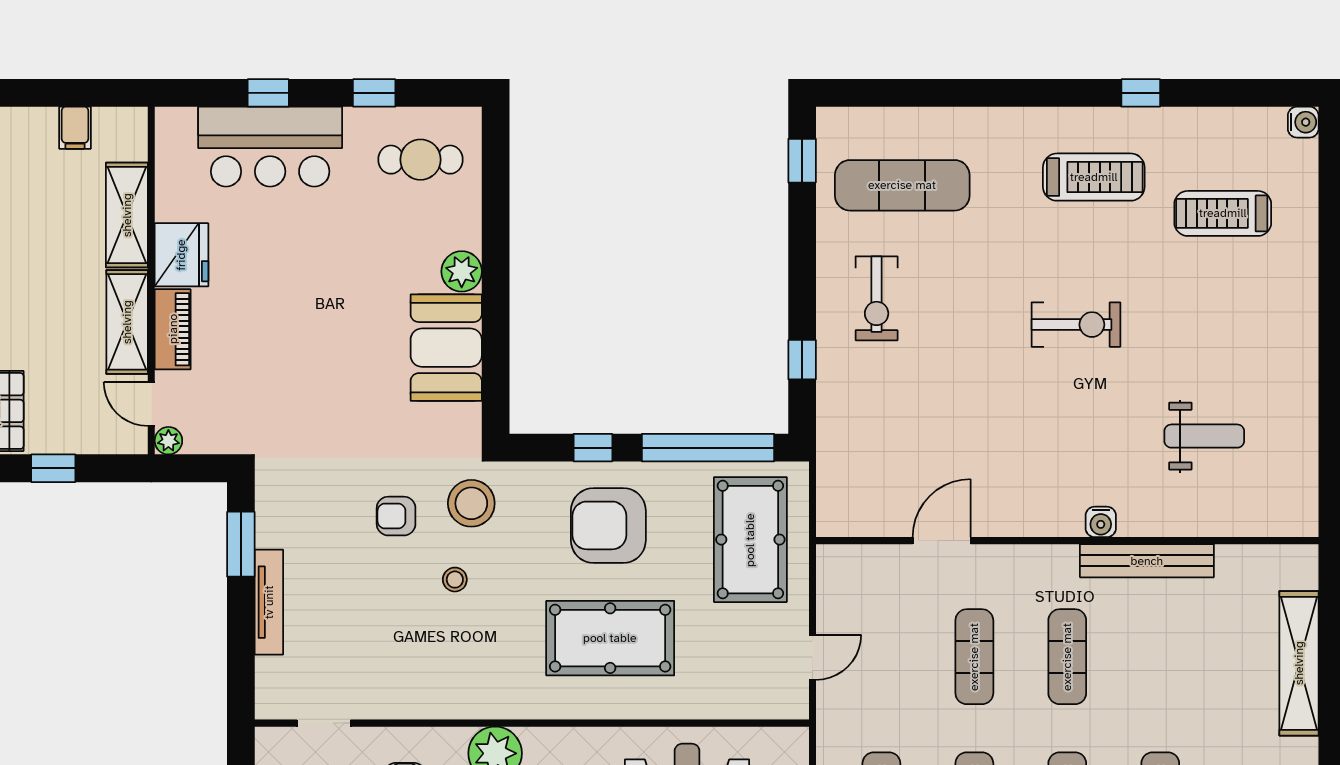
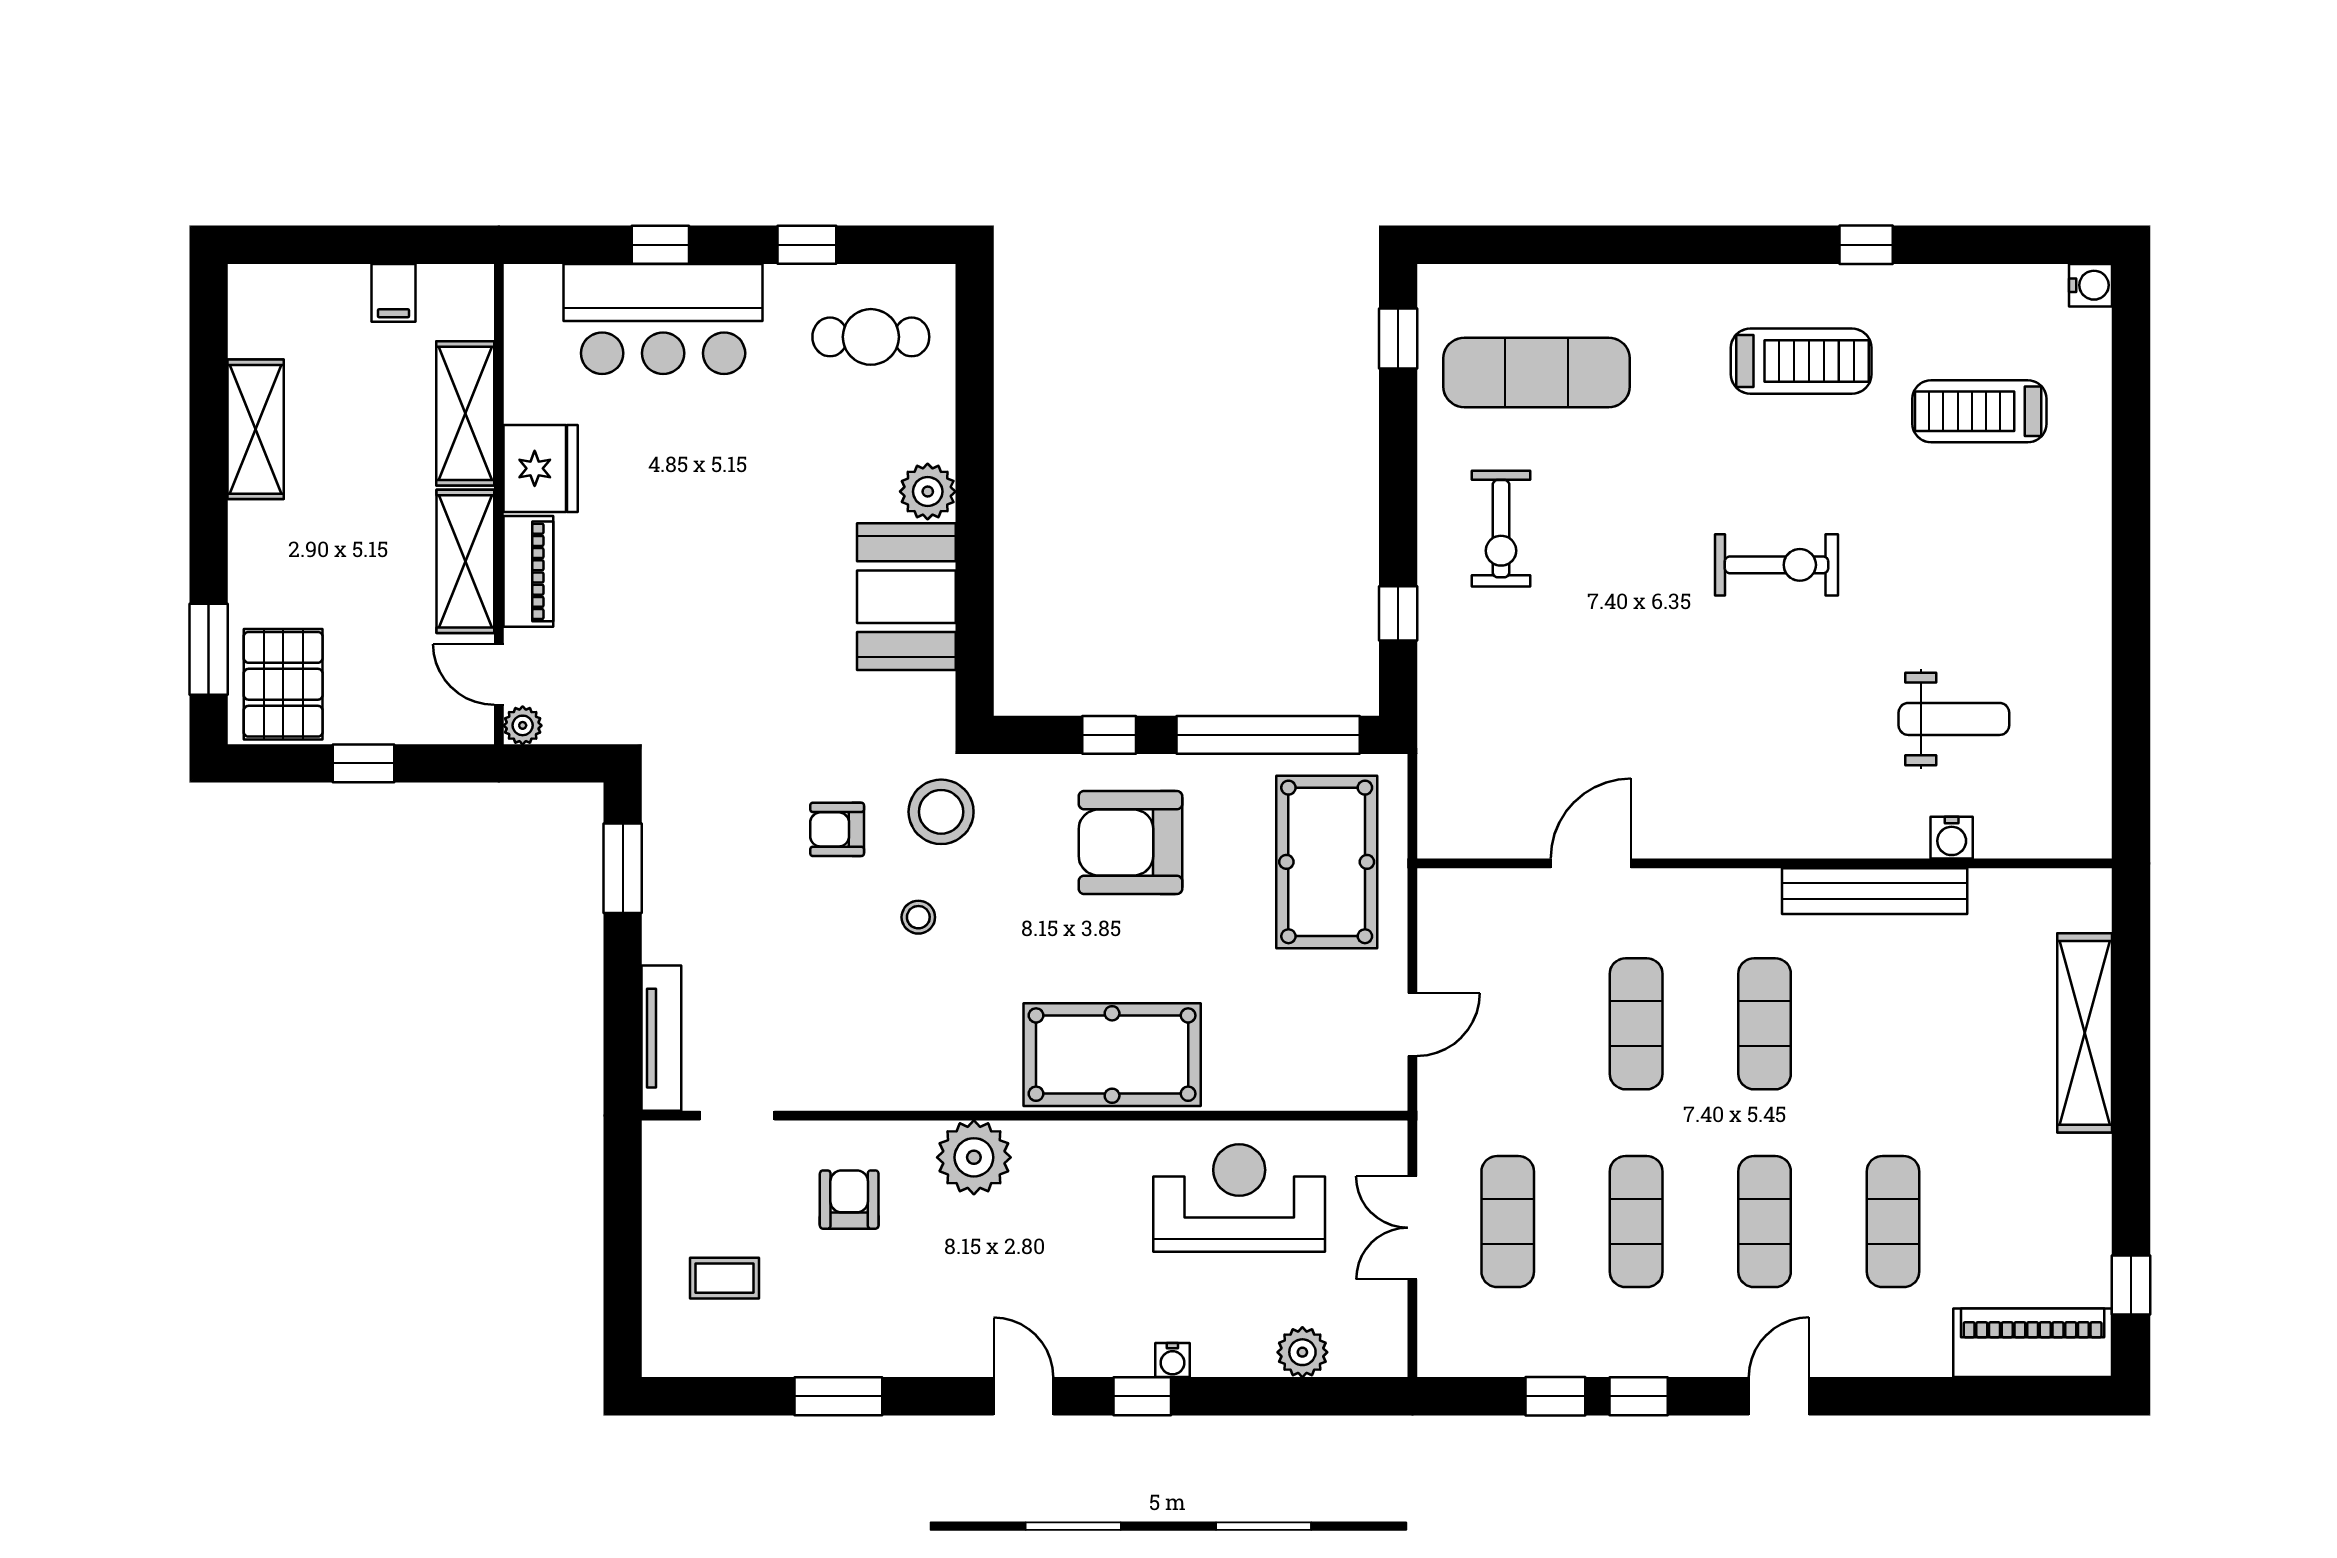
water cooler: (1101, 522) -> (1952, 838), moved
tv unit: (269, 602) -> (661, 1038), moved
pool table: (610, 638) -> (1112, 1055), moved

